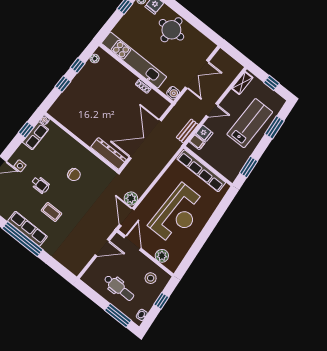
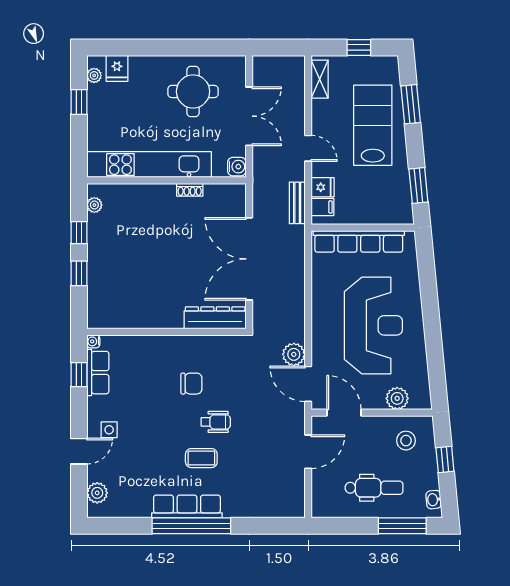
round table: (171, 30) -> (193, 91), moved
door: (212, 110) -> (308, 148), hinge flipped
wheelchair: (40, 185) -> (216, 422), moved

